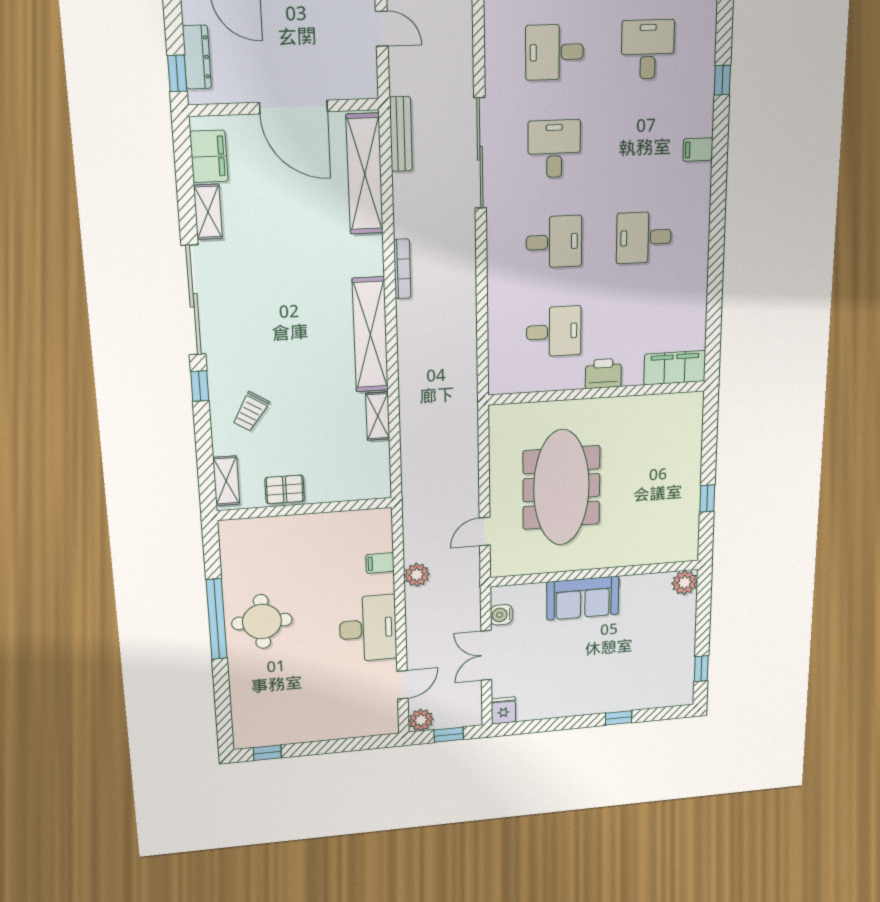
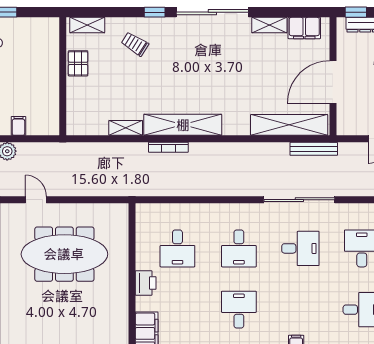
bookcase: (402, 269) -> (168, 147), moved

